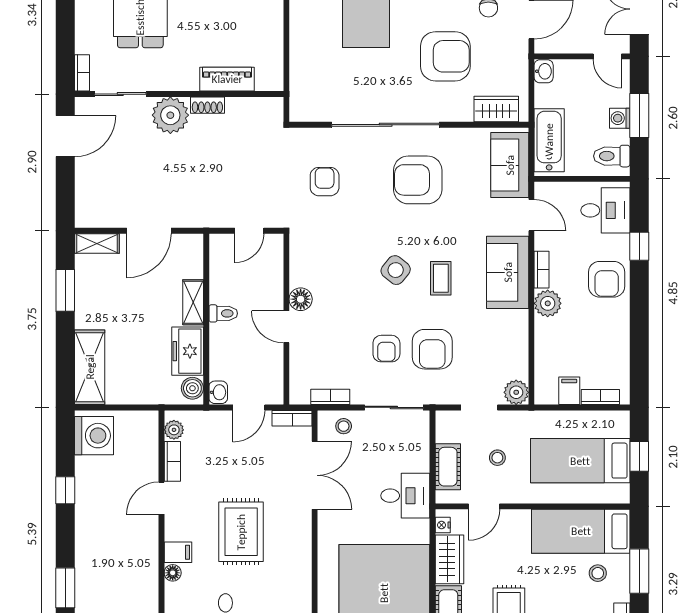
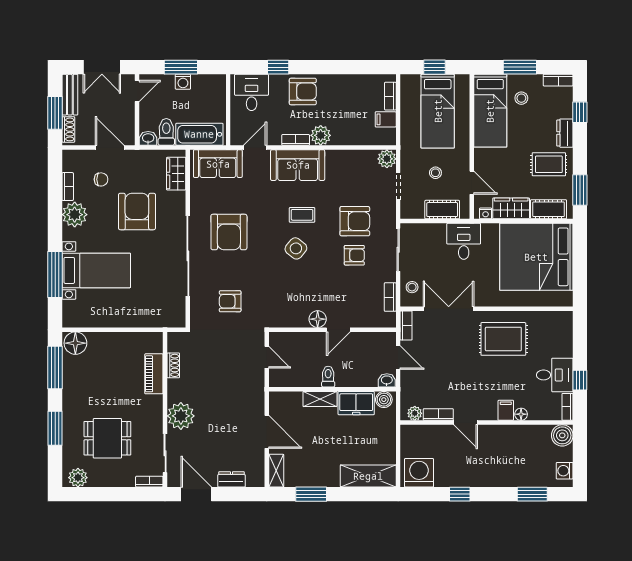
shoe rack: (207, 105) -> (173, 365), moved
toilet: (612, 156) -> (166, 132), moved, turned 180
dresser: (85, 183) -> (231, 479), added
rug: (241, 532) -> (503, 339), moved

